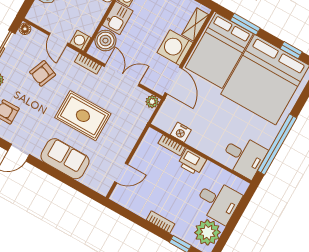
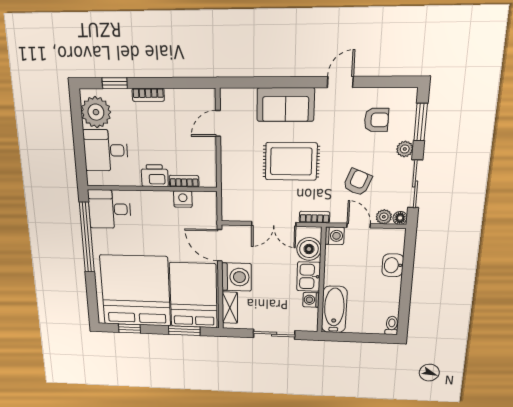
plant: (152, 102) -> (384, 217), moved

